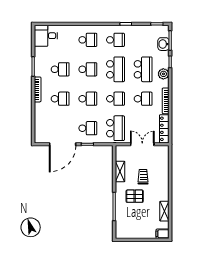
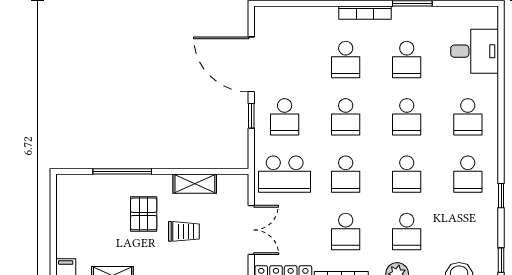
desk: (46, 36) -> (475, 51), moved, turned 90
school desk: (115, 69) -> (407, 174), width x0.54
school desk: (143, 69) -> (407, 232), width x0.54

